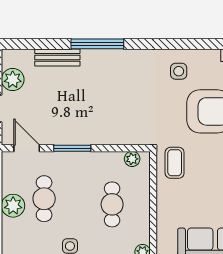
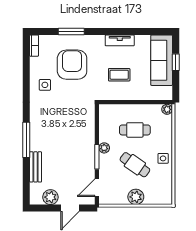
plant: (132, 159) -> (104, 148), moved
coffee table: (175, 163) -> (119, 75), moved
cafe table: (44, 199) -> (135, 165), moved, turned 35

